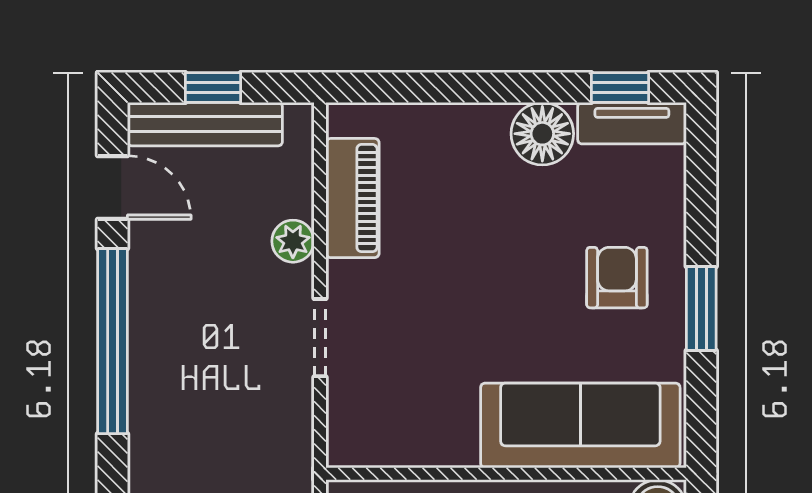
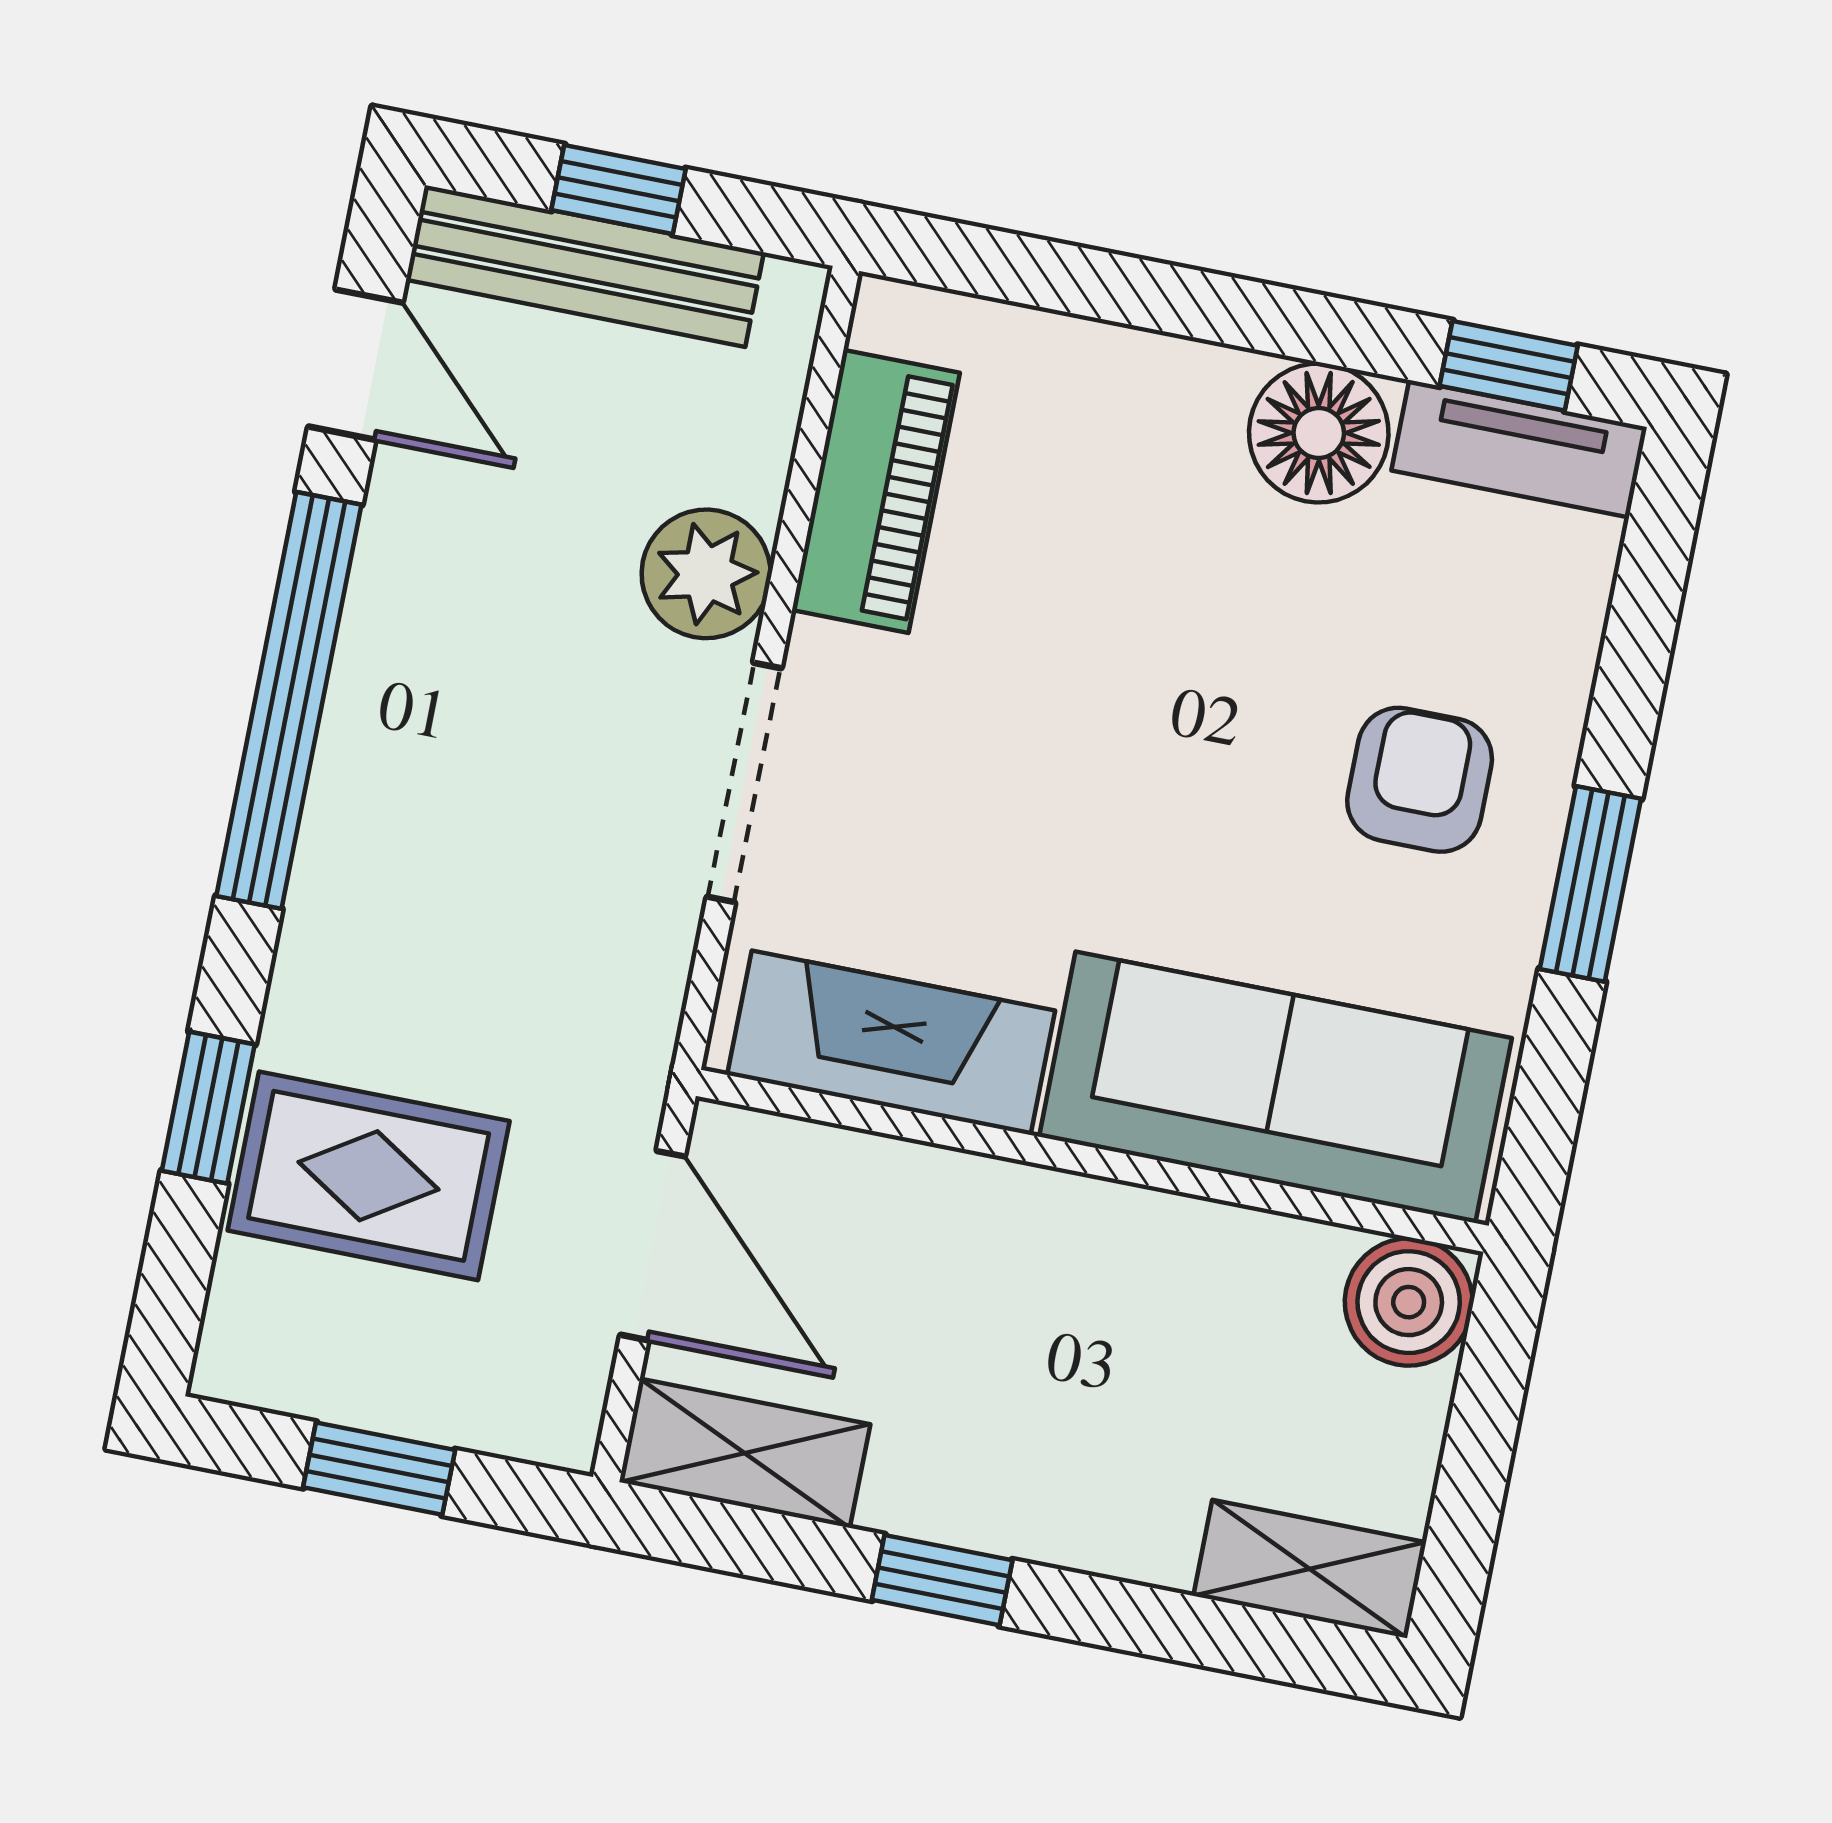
plant: (293, 241) -> (706, 574), width x1.38, depth x1.38
doorway: (320, 338) -> (744, 783), width x1.38
fireplace: (407, 439) -> (891, 1043), added

